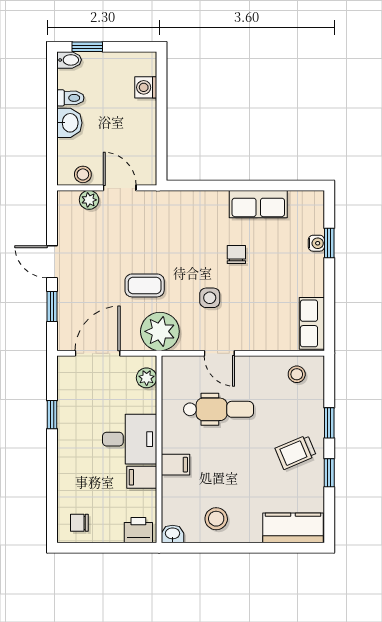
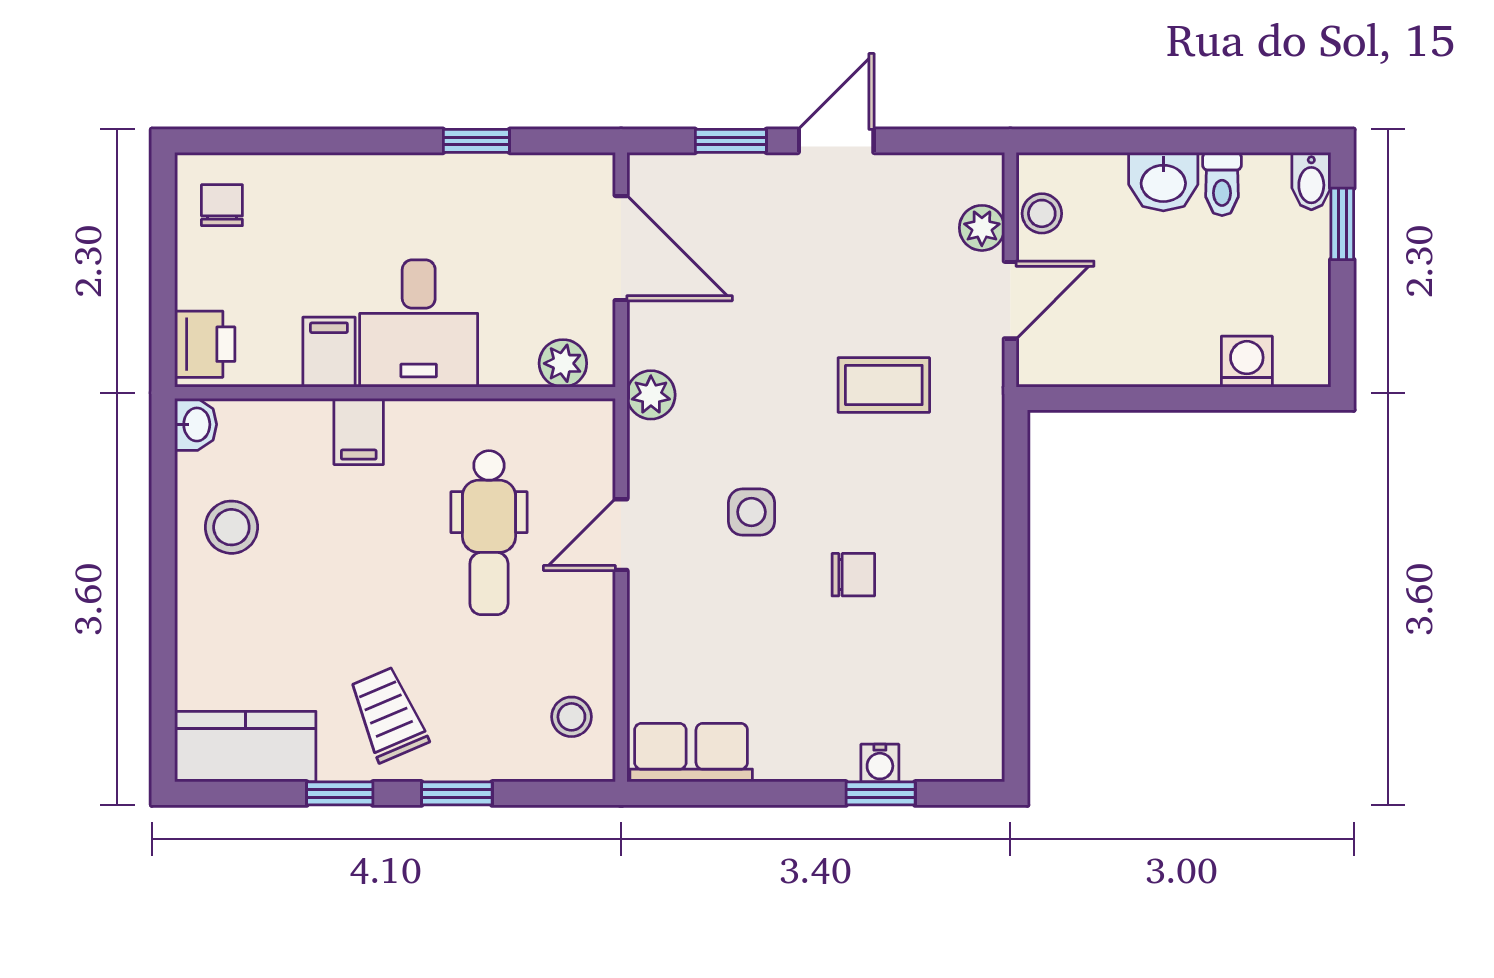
row of seats: (258, 204) -> (972, 626), removed
coffee table: (145, 285) -> (884, 385), moved, turned 90
plant: (160, 331) -> (651, 395), width x0.53, depth x0.53
kitchen counter: (293, 528) -> (245, 747), moved, turned -90

